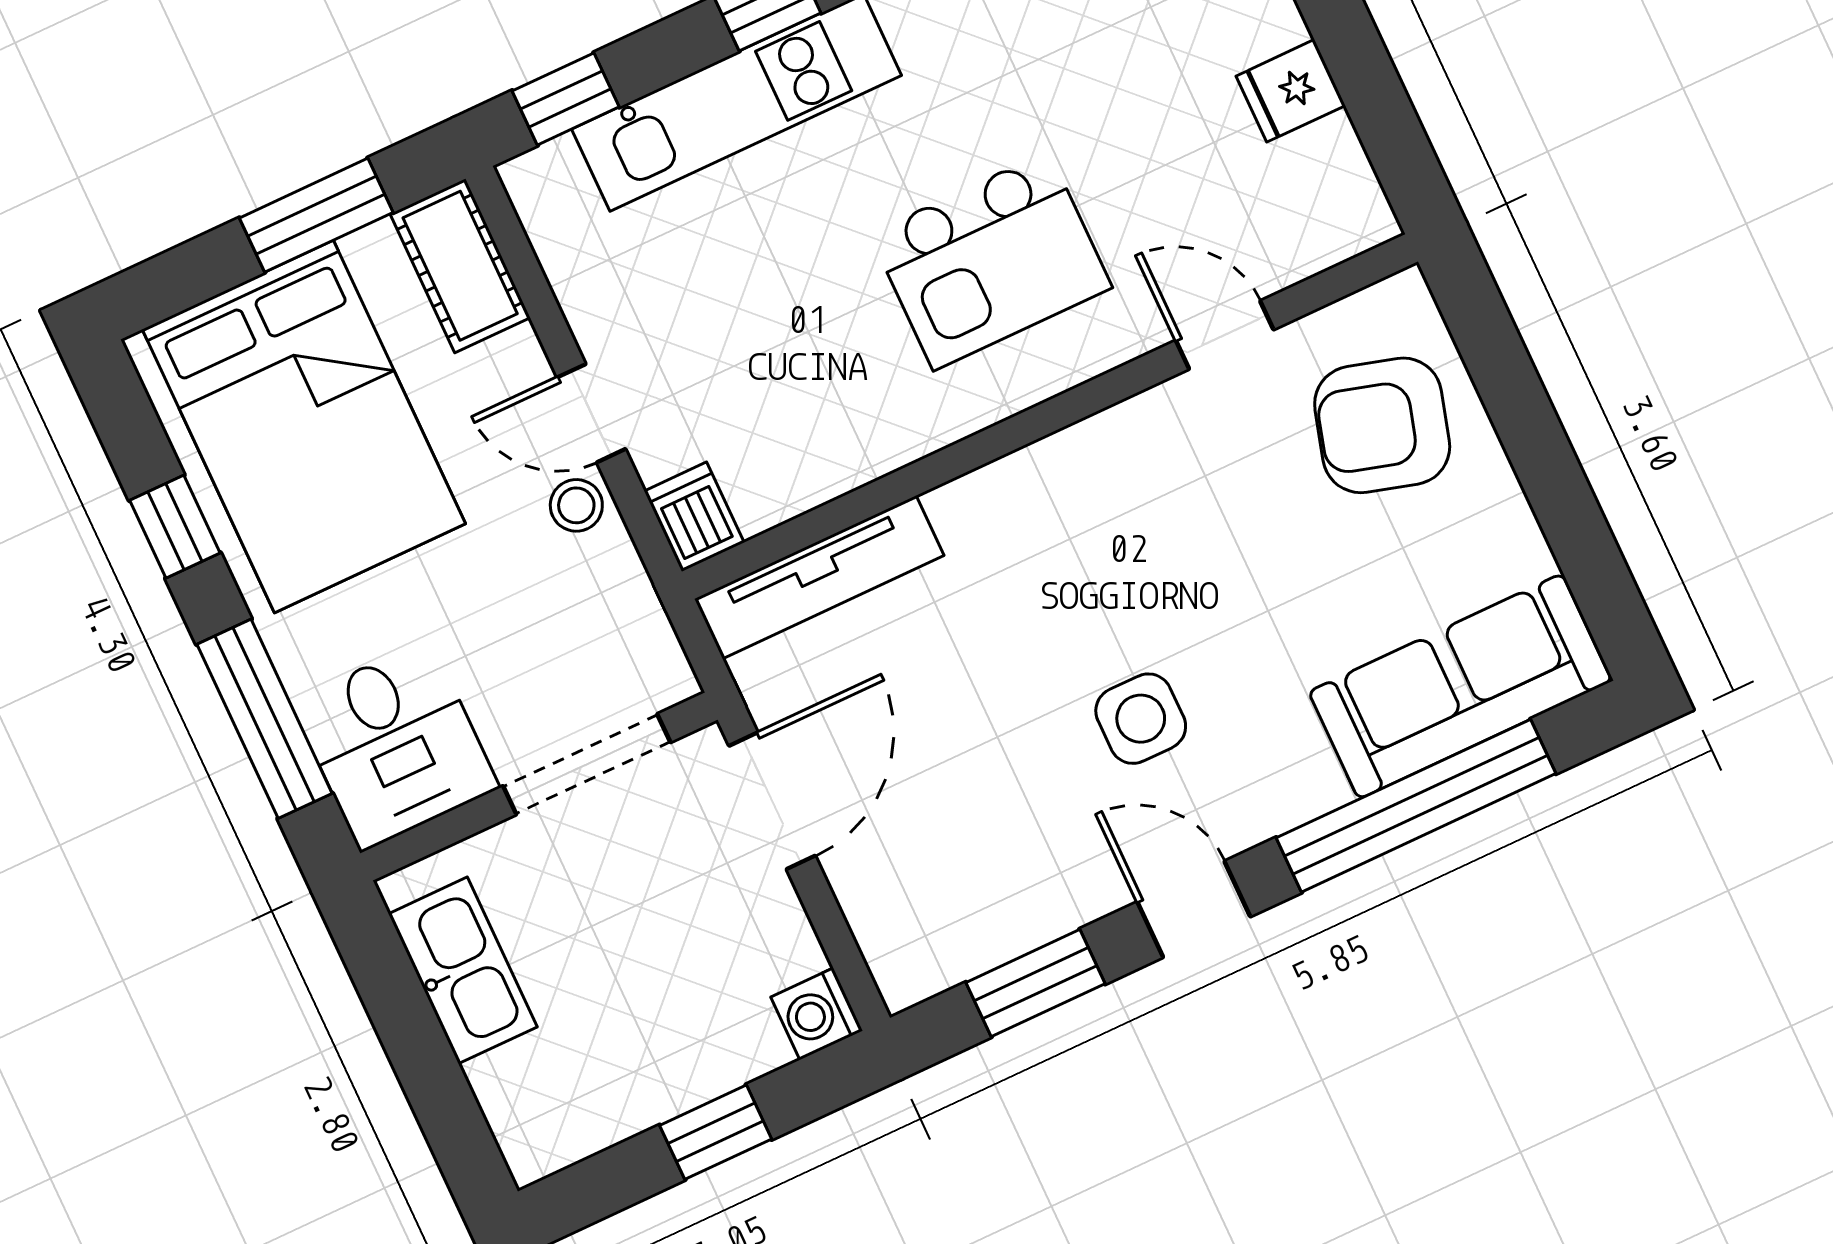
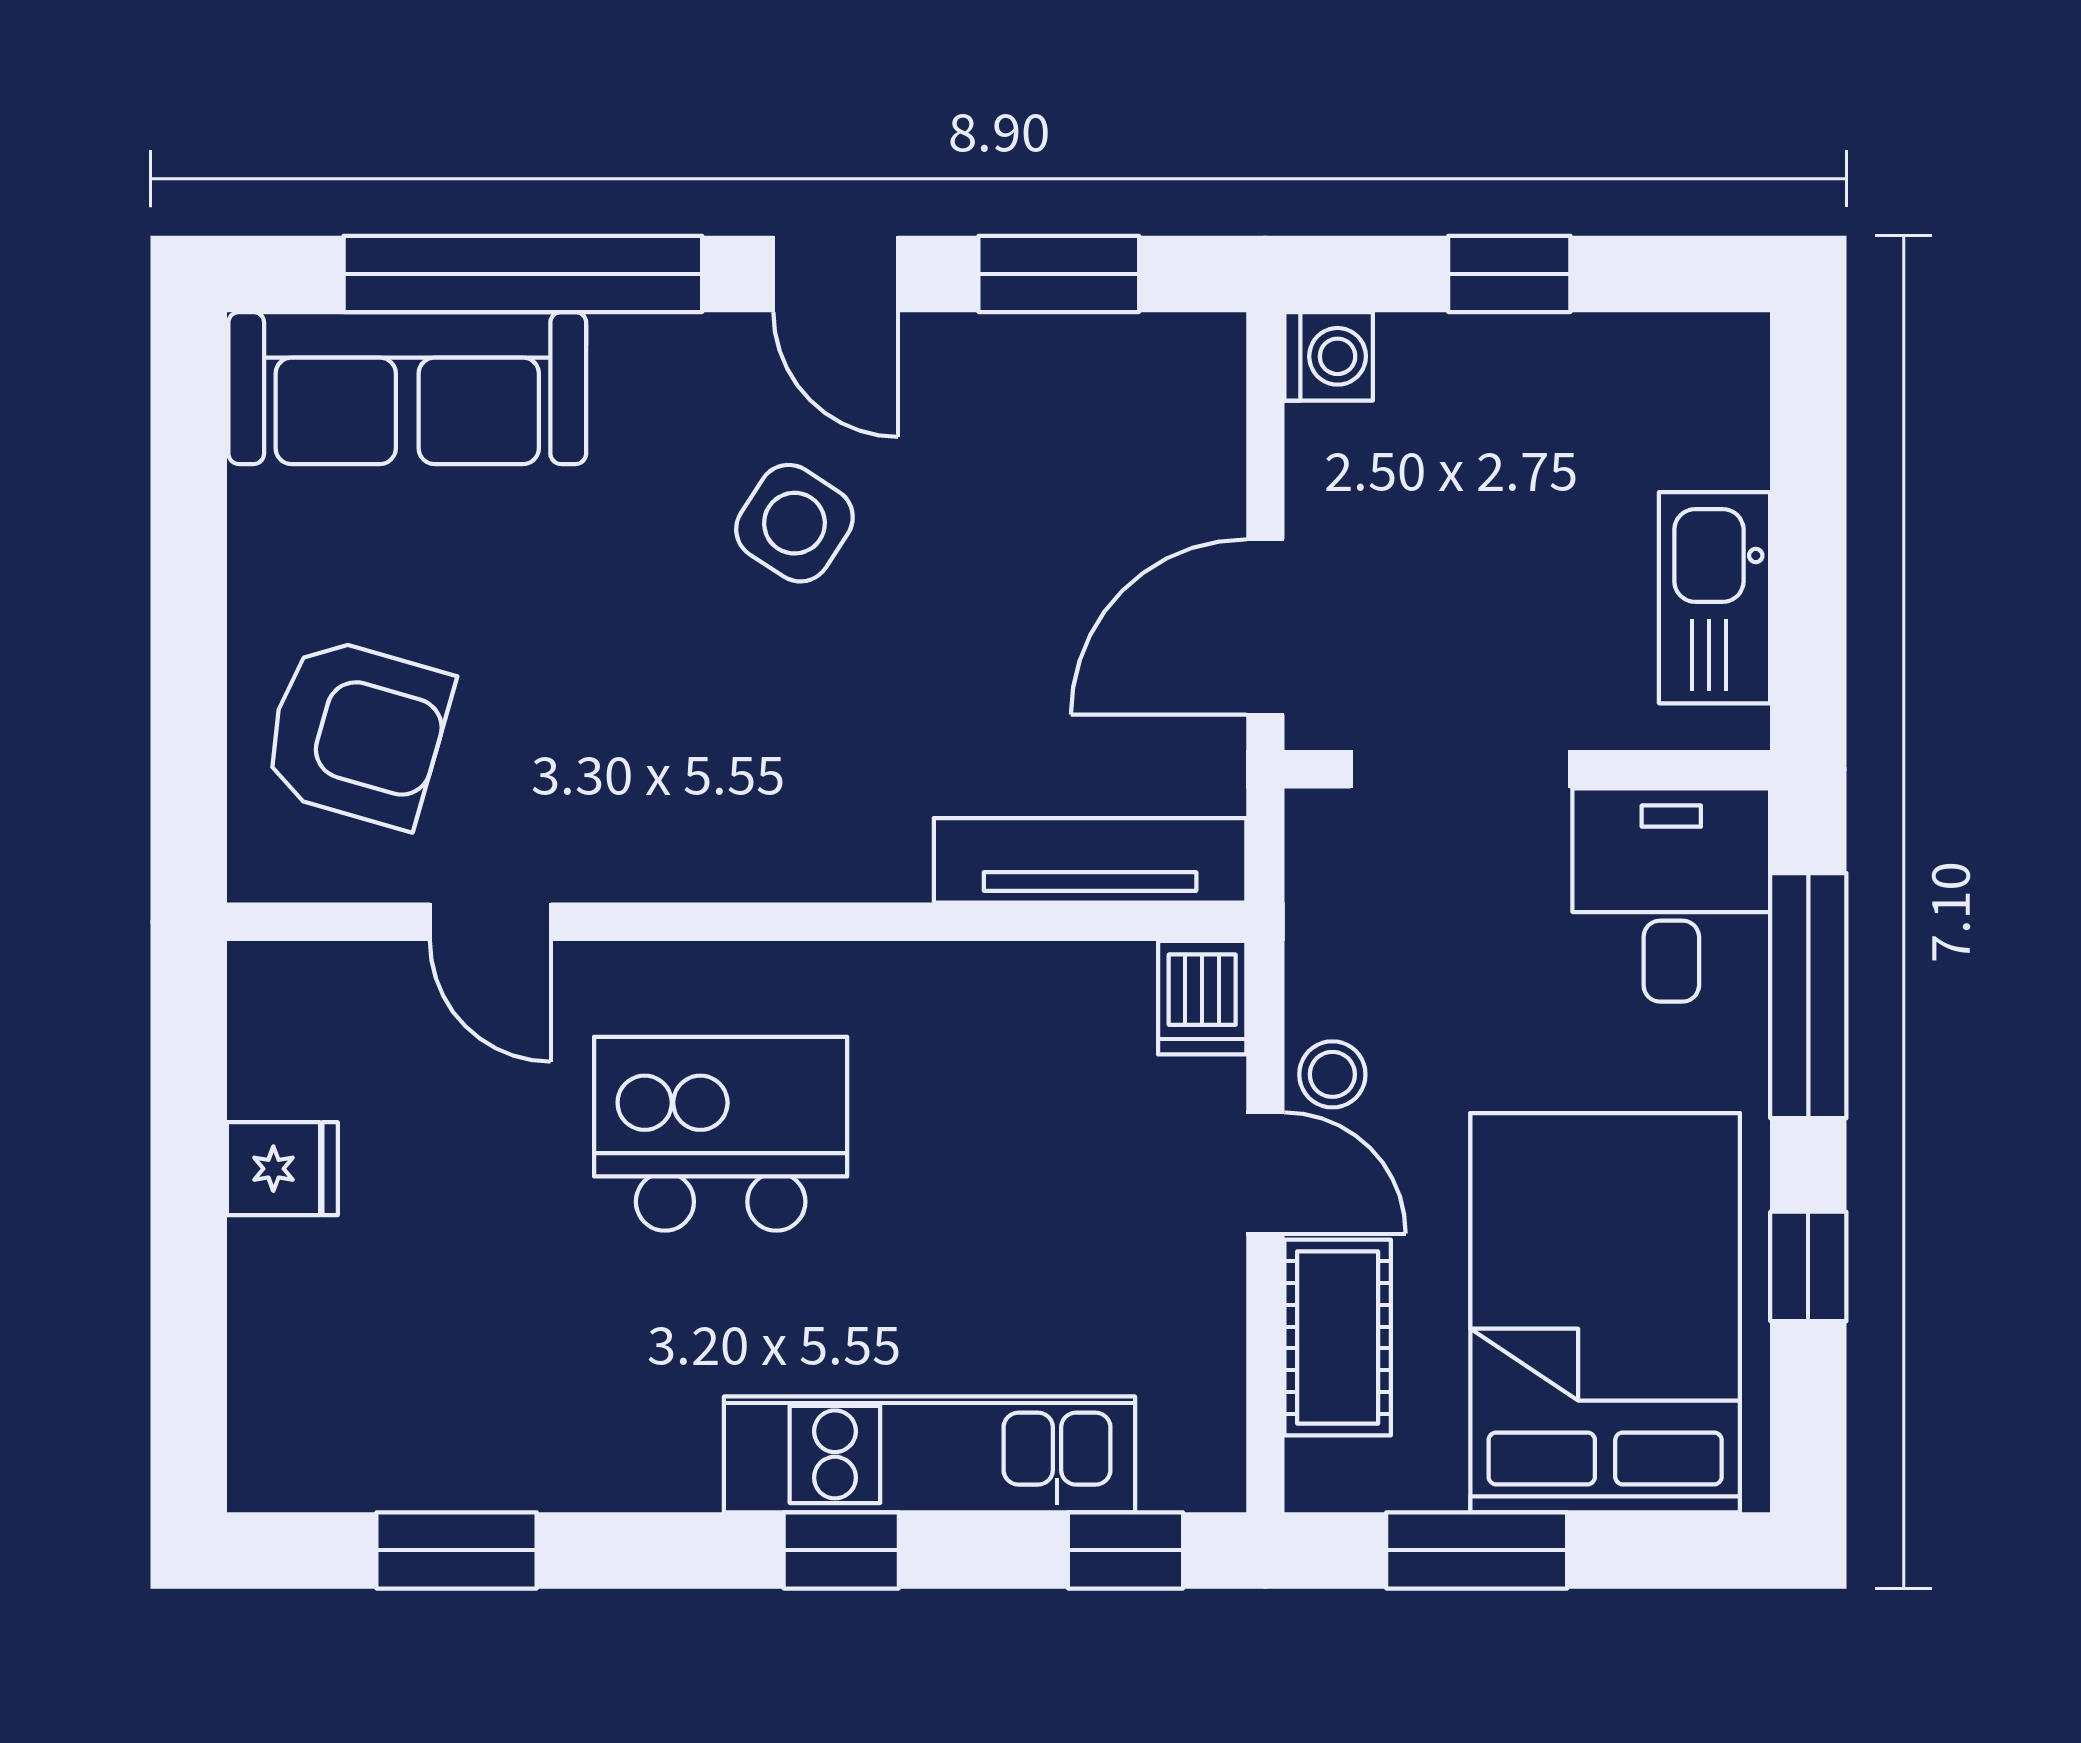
cot: (460, 266) -> (1338, 1337), moved
side table: (1141, 719) -> (794, 523), turned 33

